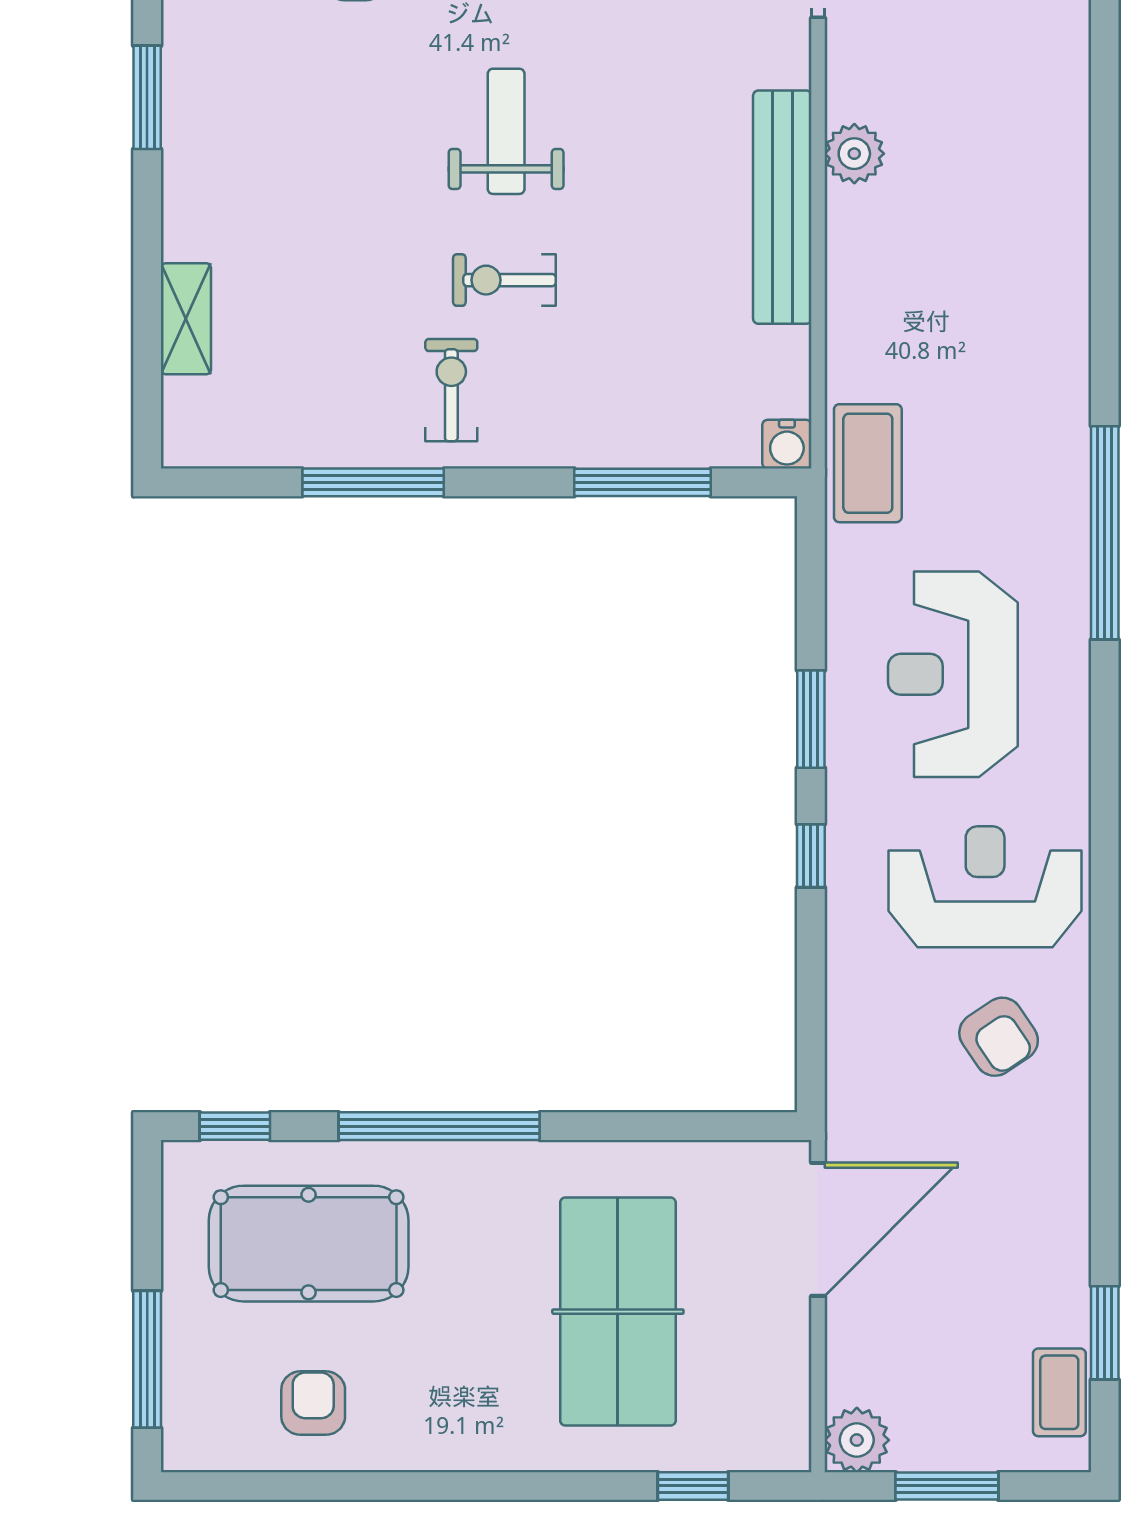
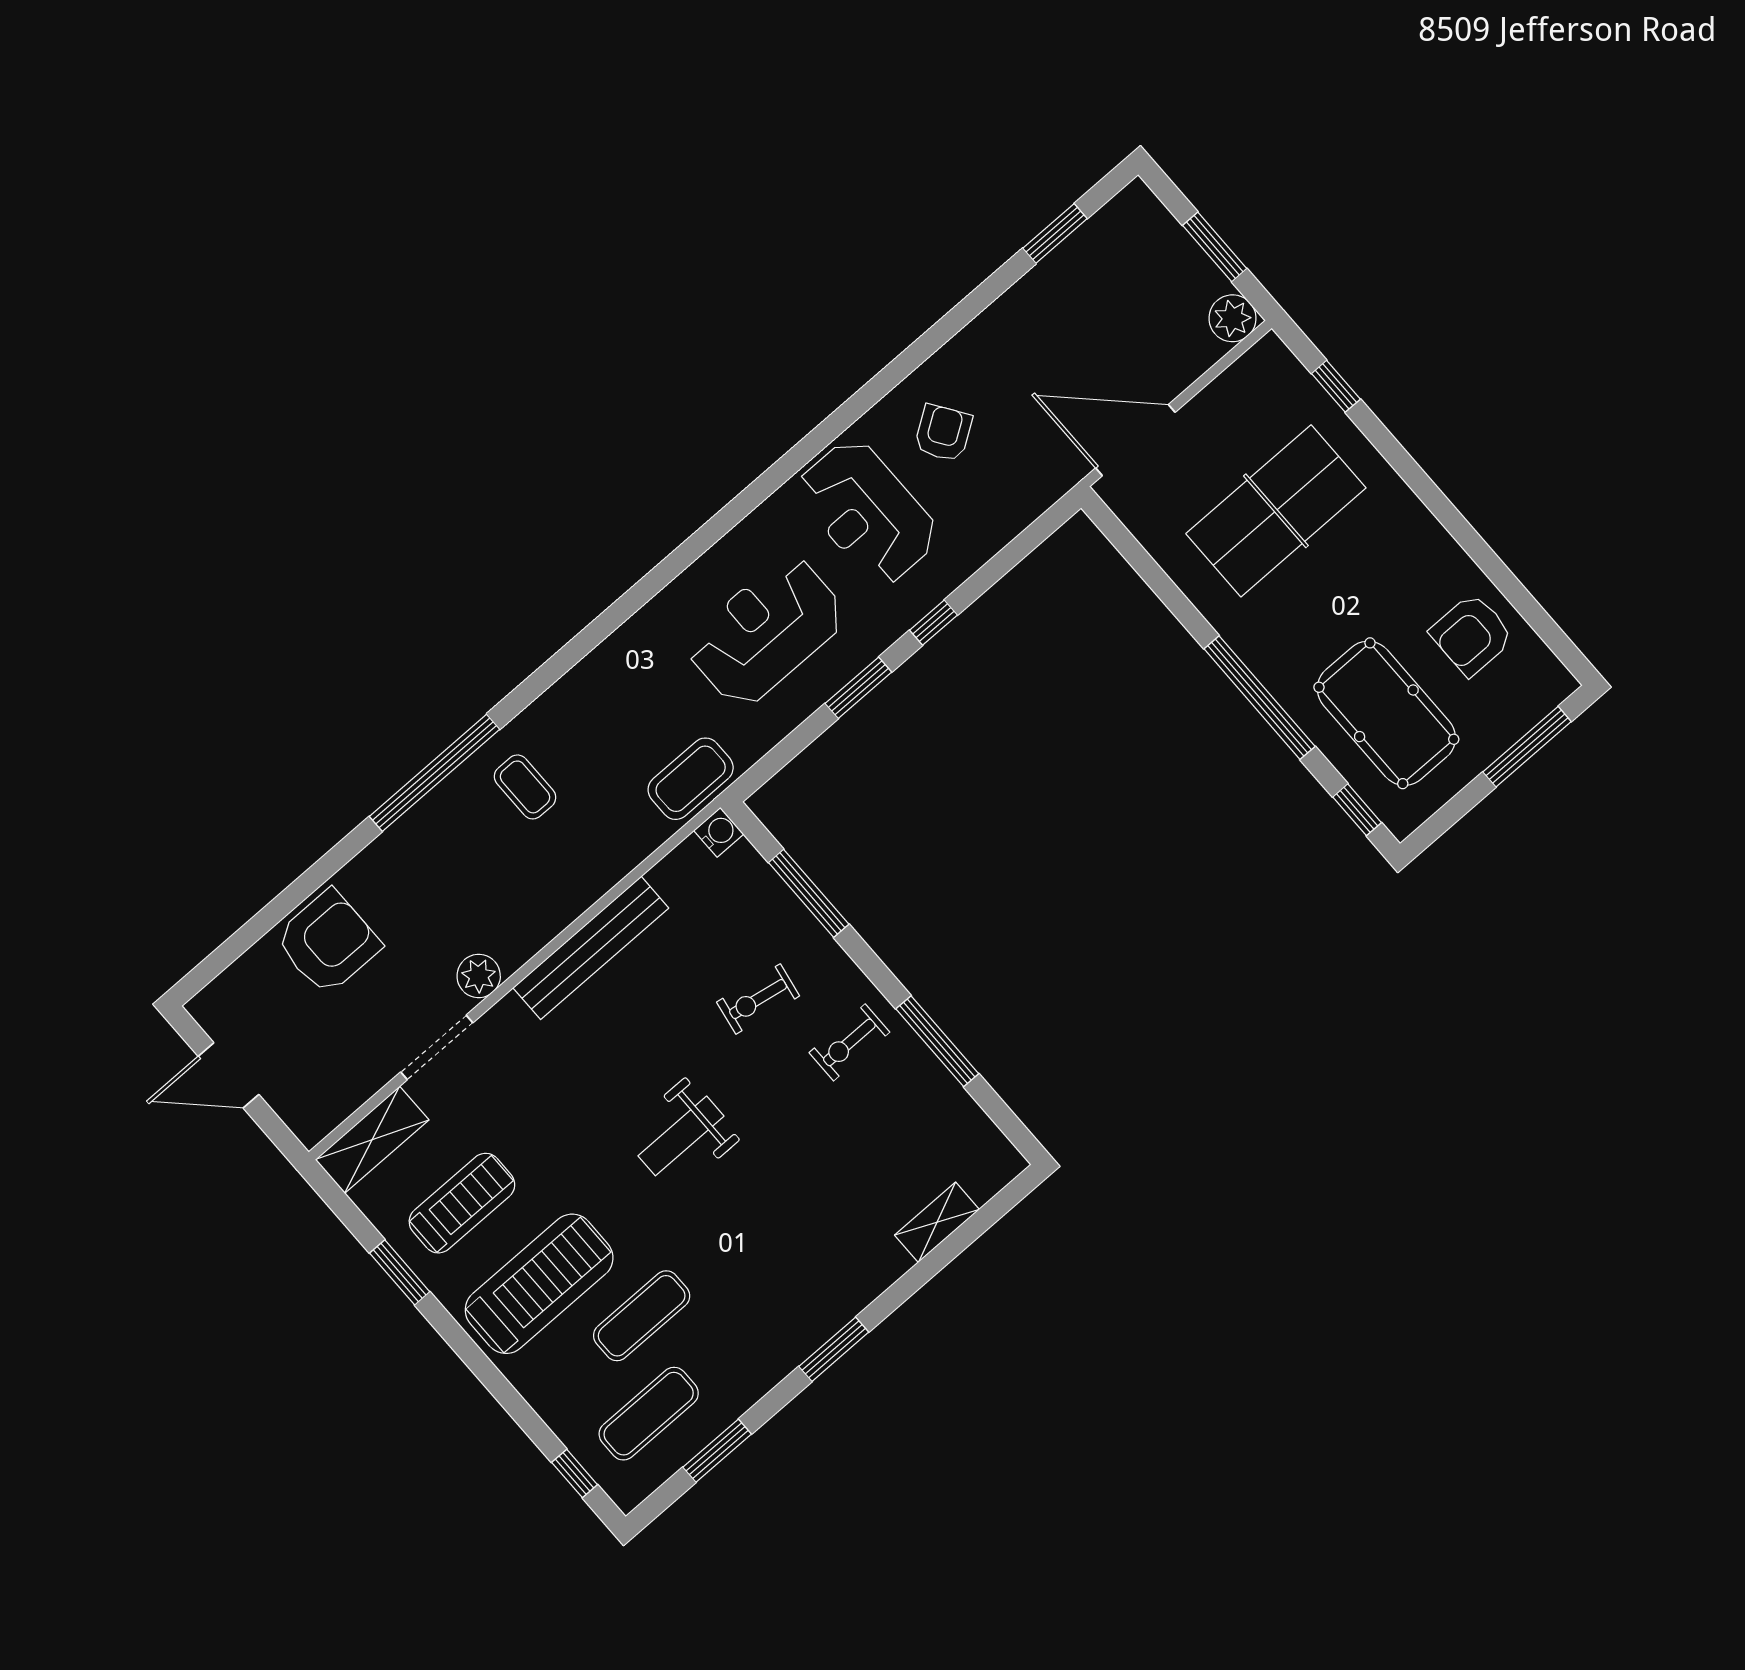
plant: (854, 154) -> (479, 976), moved
exercise bike: (504, 280) -> (758, 999), moved, turned 100
window: (1105, 533) -> (434, 773), moved
reception desk: (953, 674) -> (766, 631), turned 180
coffee table: (1059, 1392) -> (525, 787), moved, turned 90
armchair: (313, 1403) -> (1472, 635), width x1.38, depth x1.38

